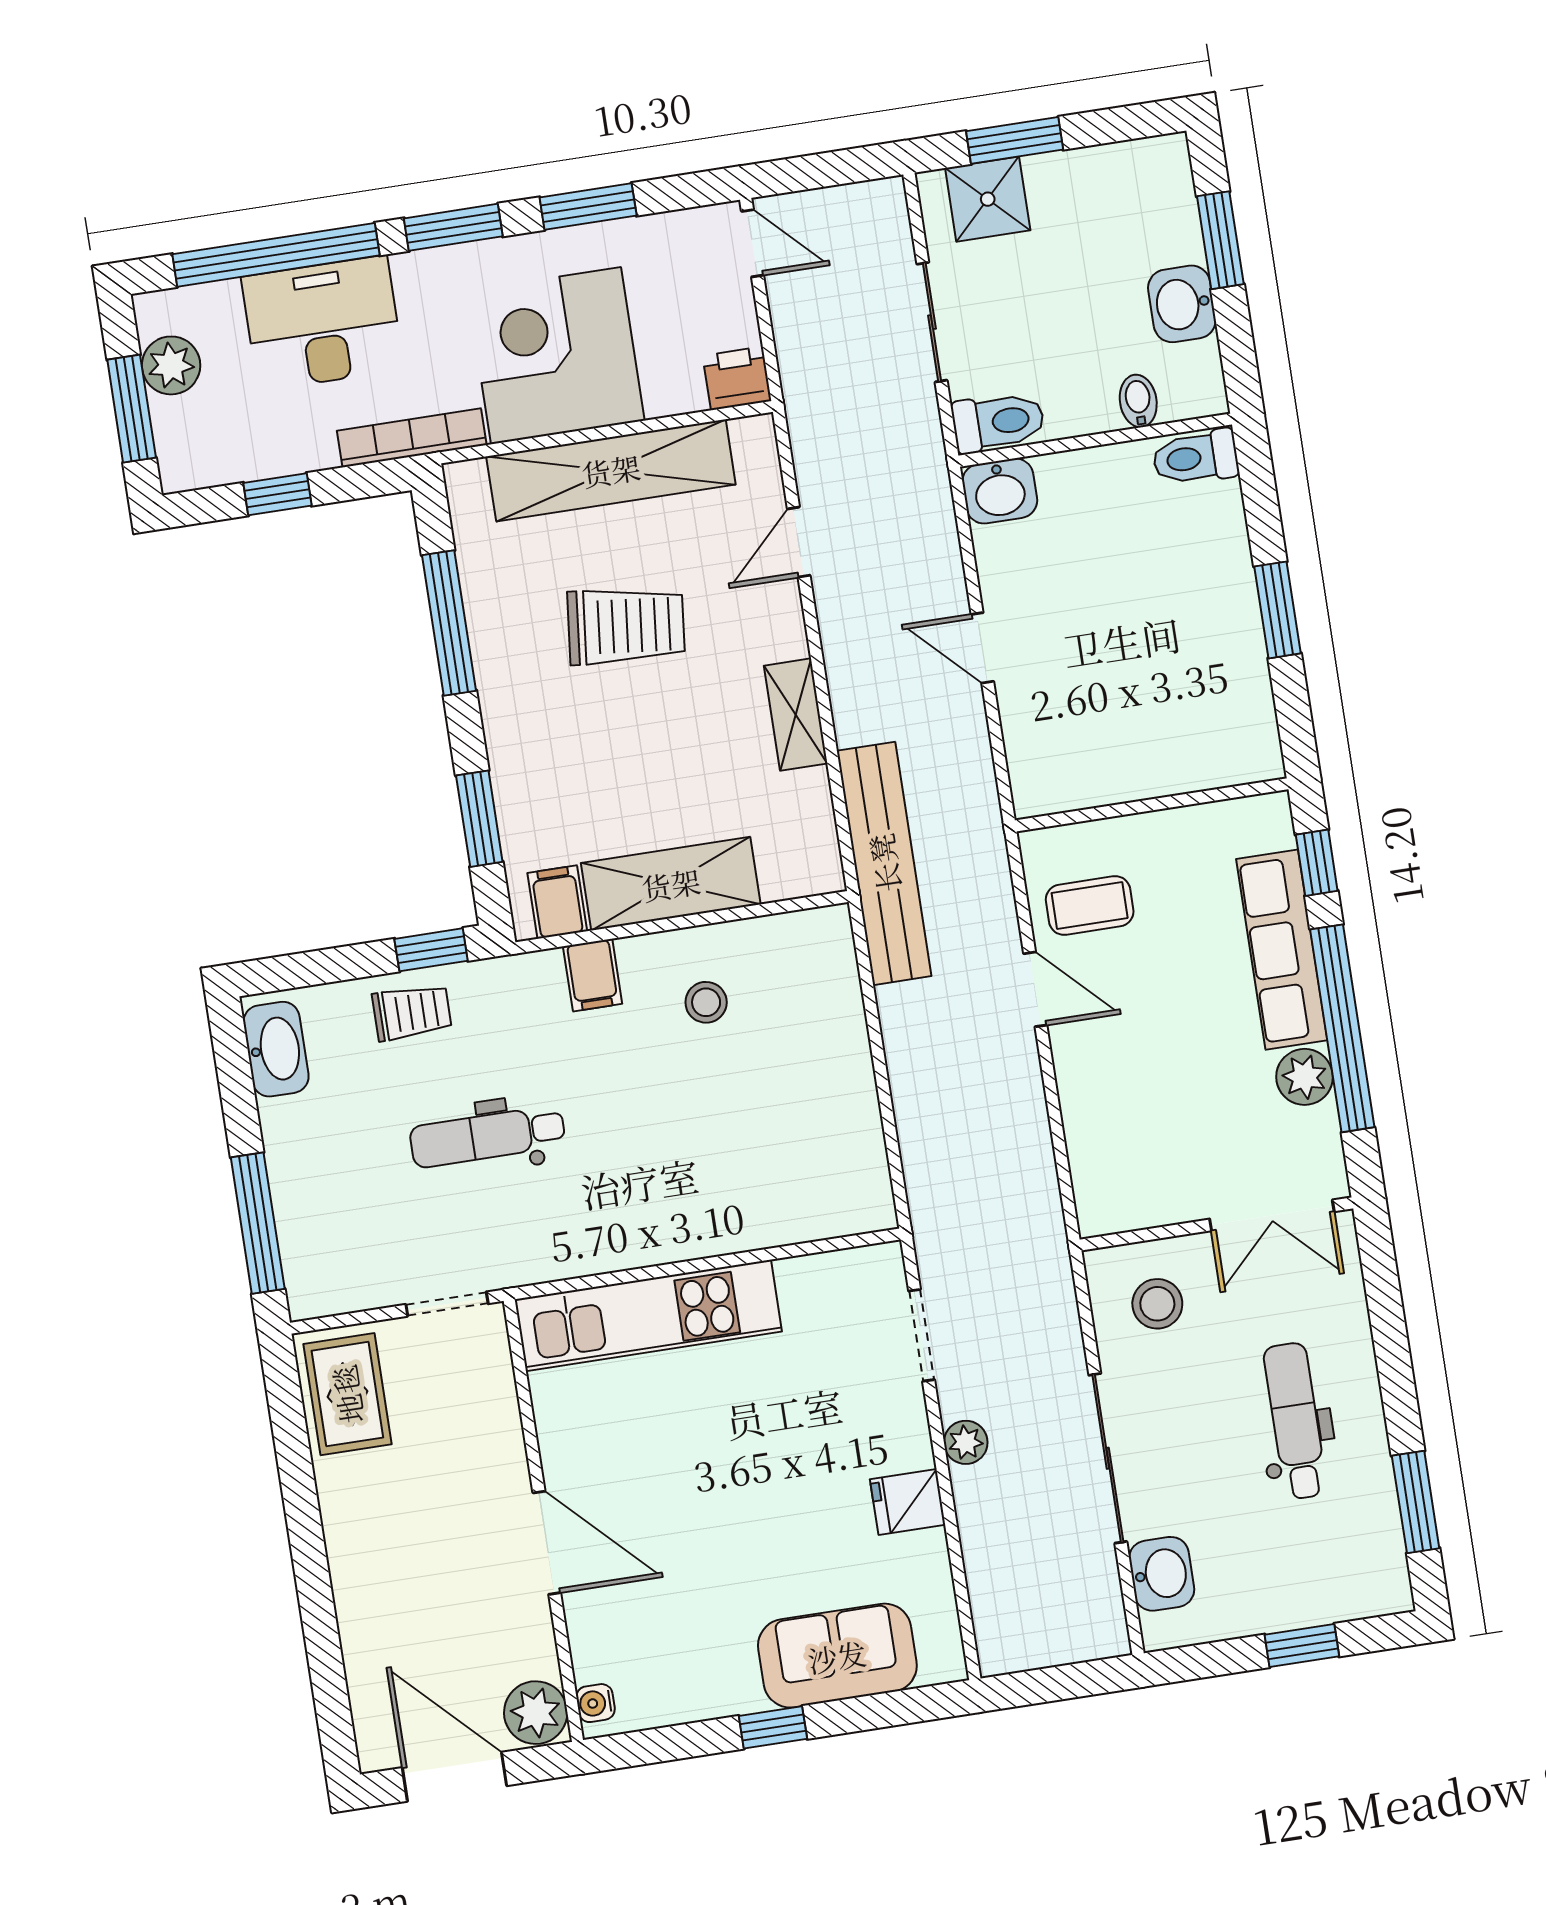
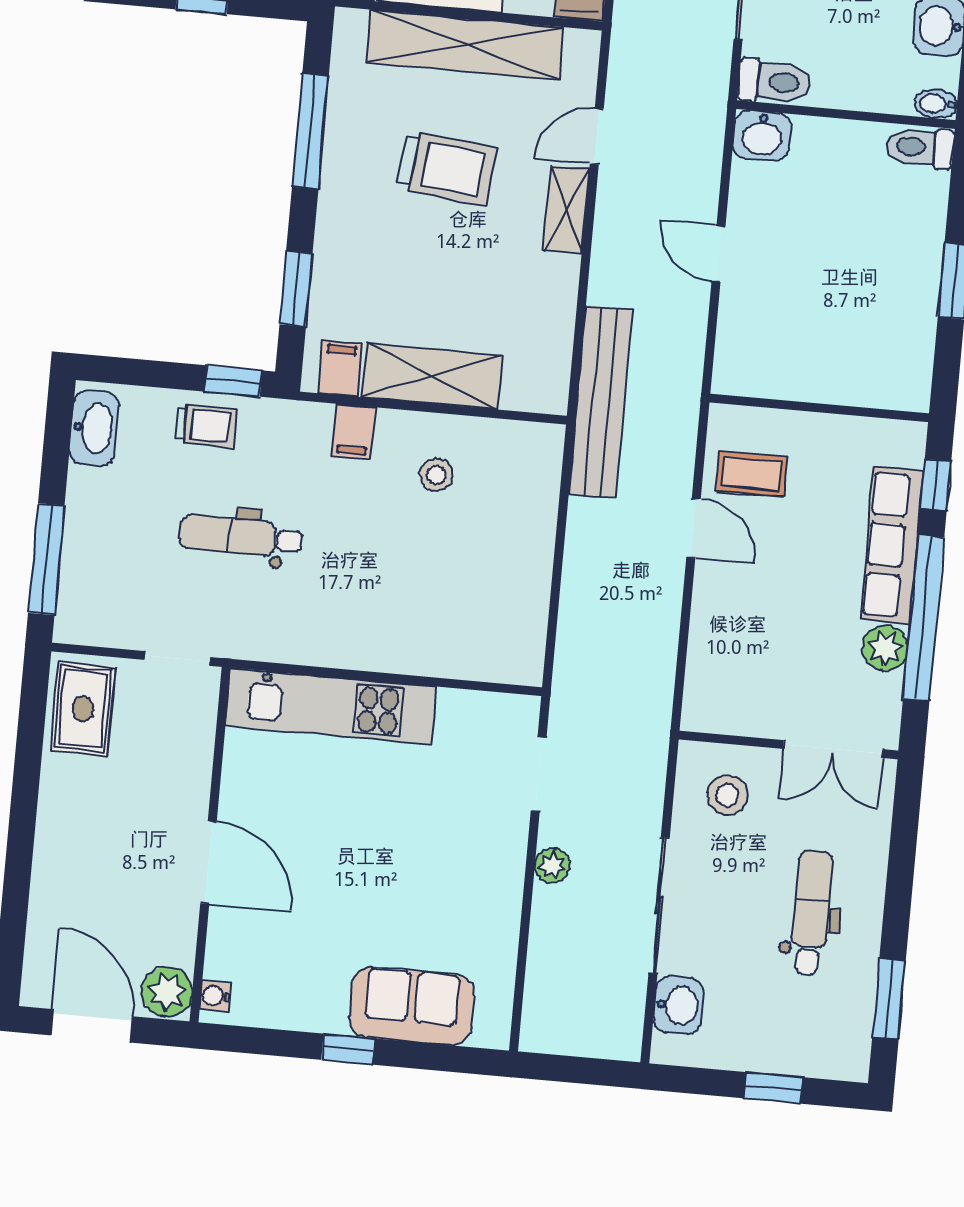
bidet: (1138, 401) -> (936, 104), moved, turned -90
shelving: (796, 715) -> (566, 210), moved
fridge: (908, 1502) -> (496, 901), removed

